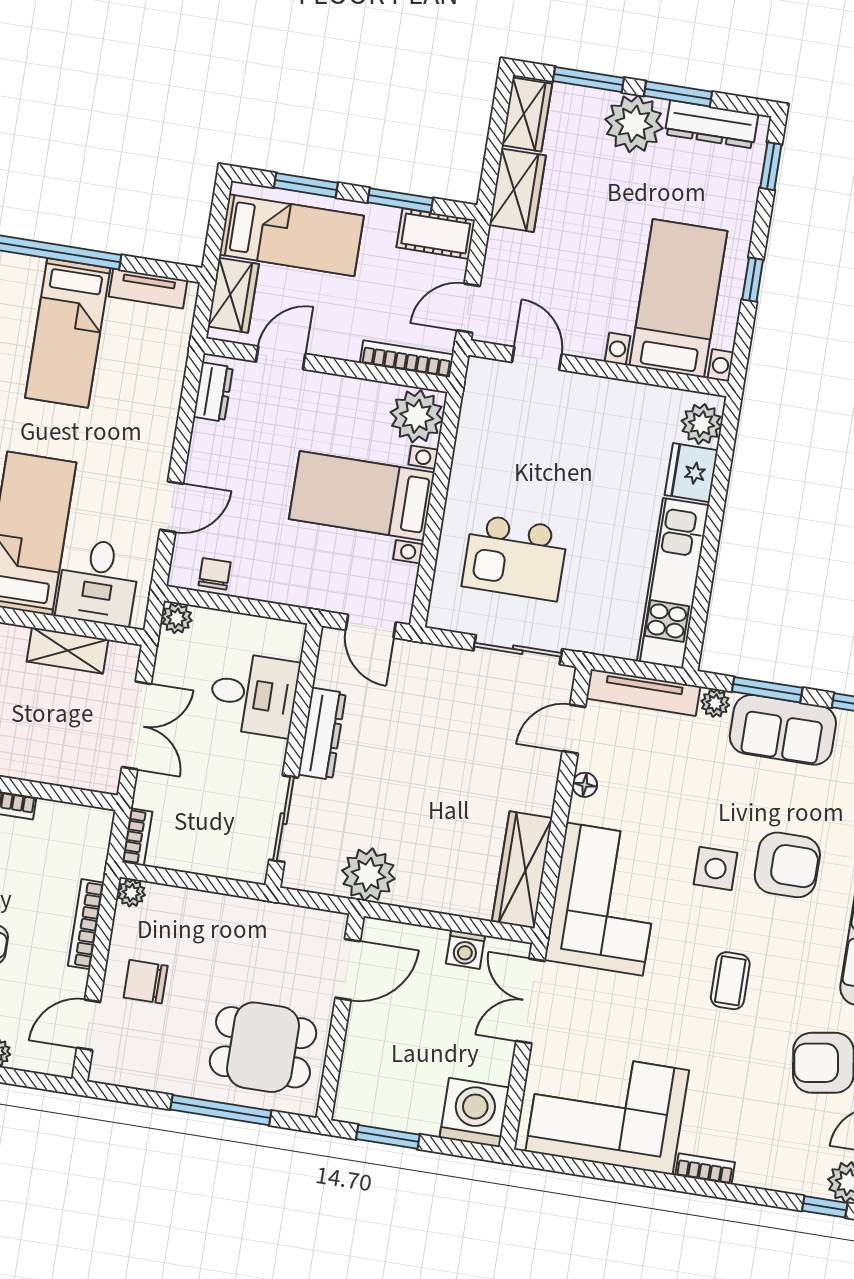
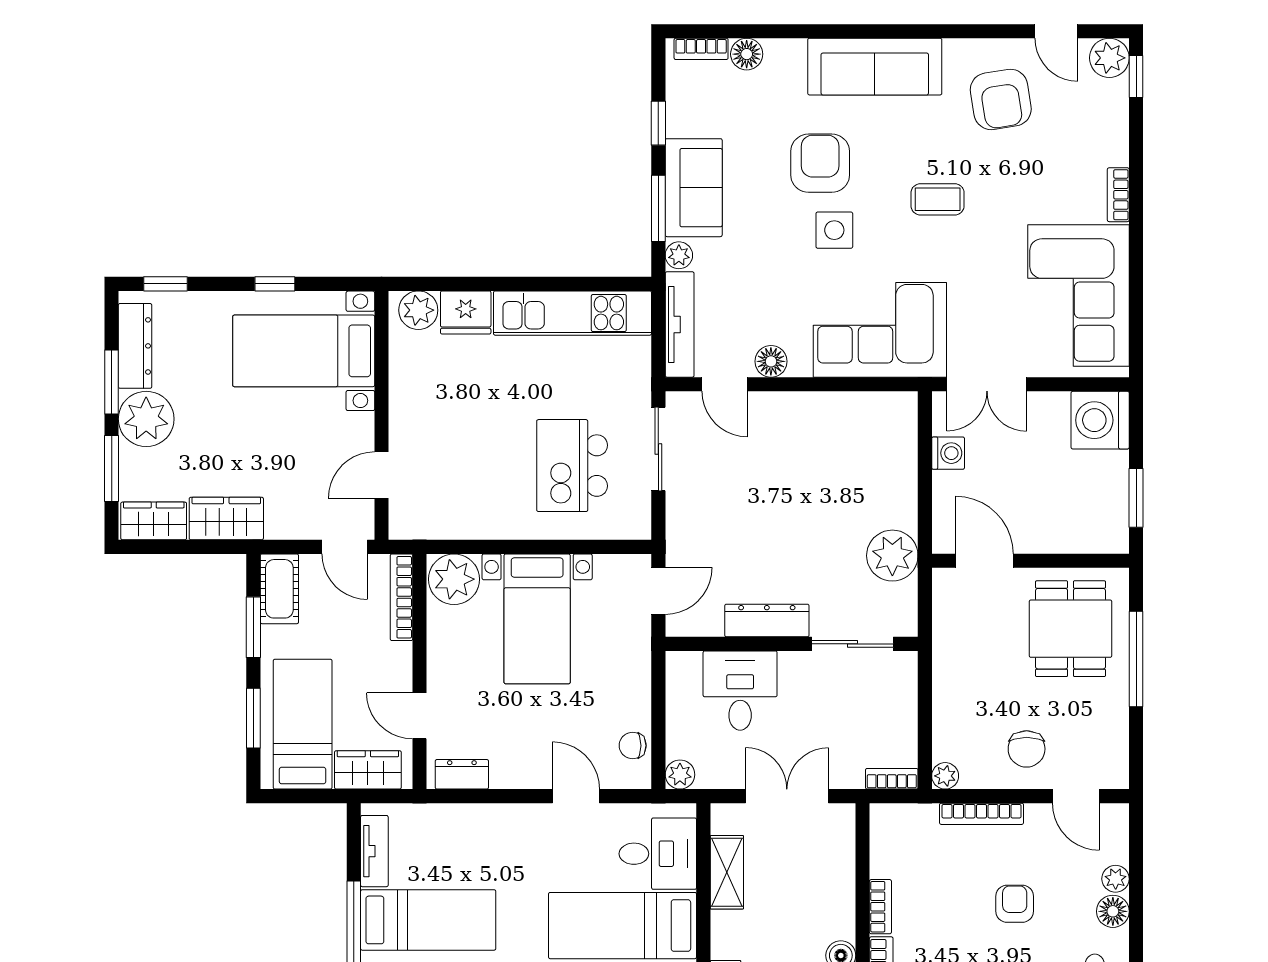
kitchen island: (515, 558) -> (572, 466), turned 180
floor lamp: (585, 785) -> (771, 361), width x1.37, depth x1.37
wardrobe: (522, 870) -> (865, 412), removed

